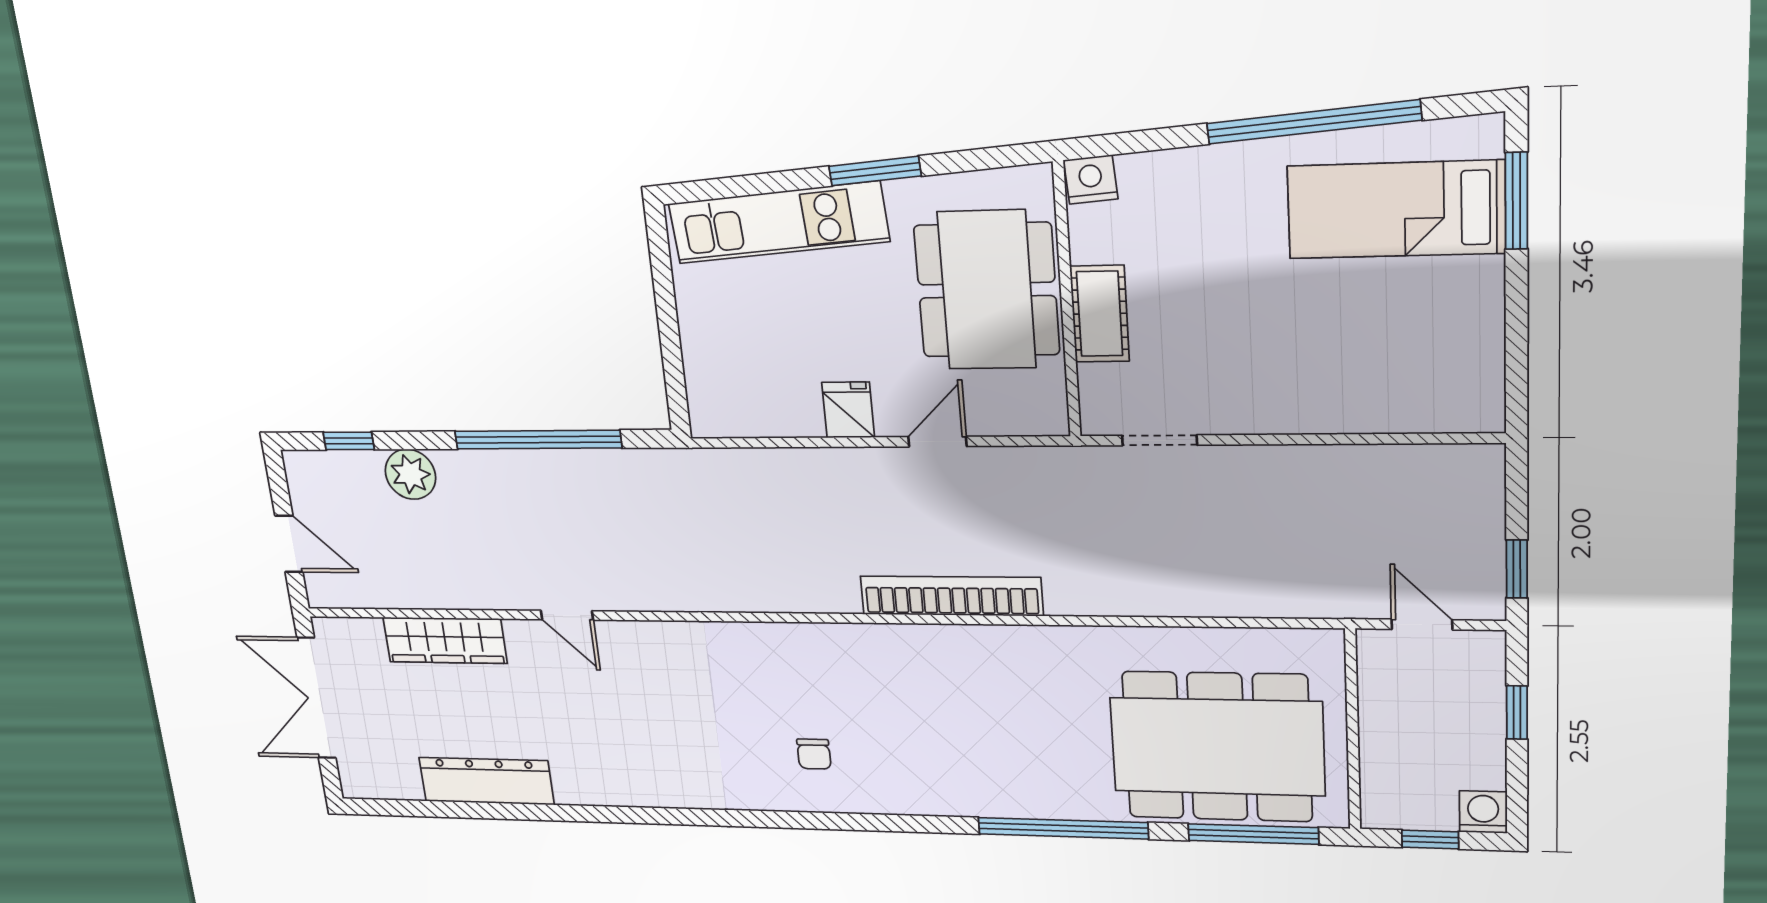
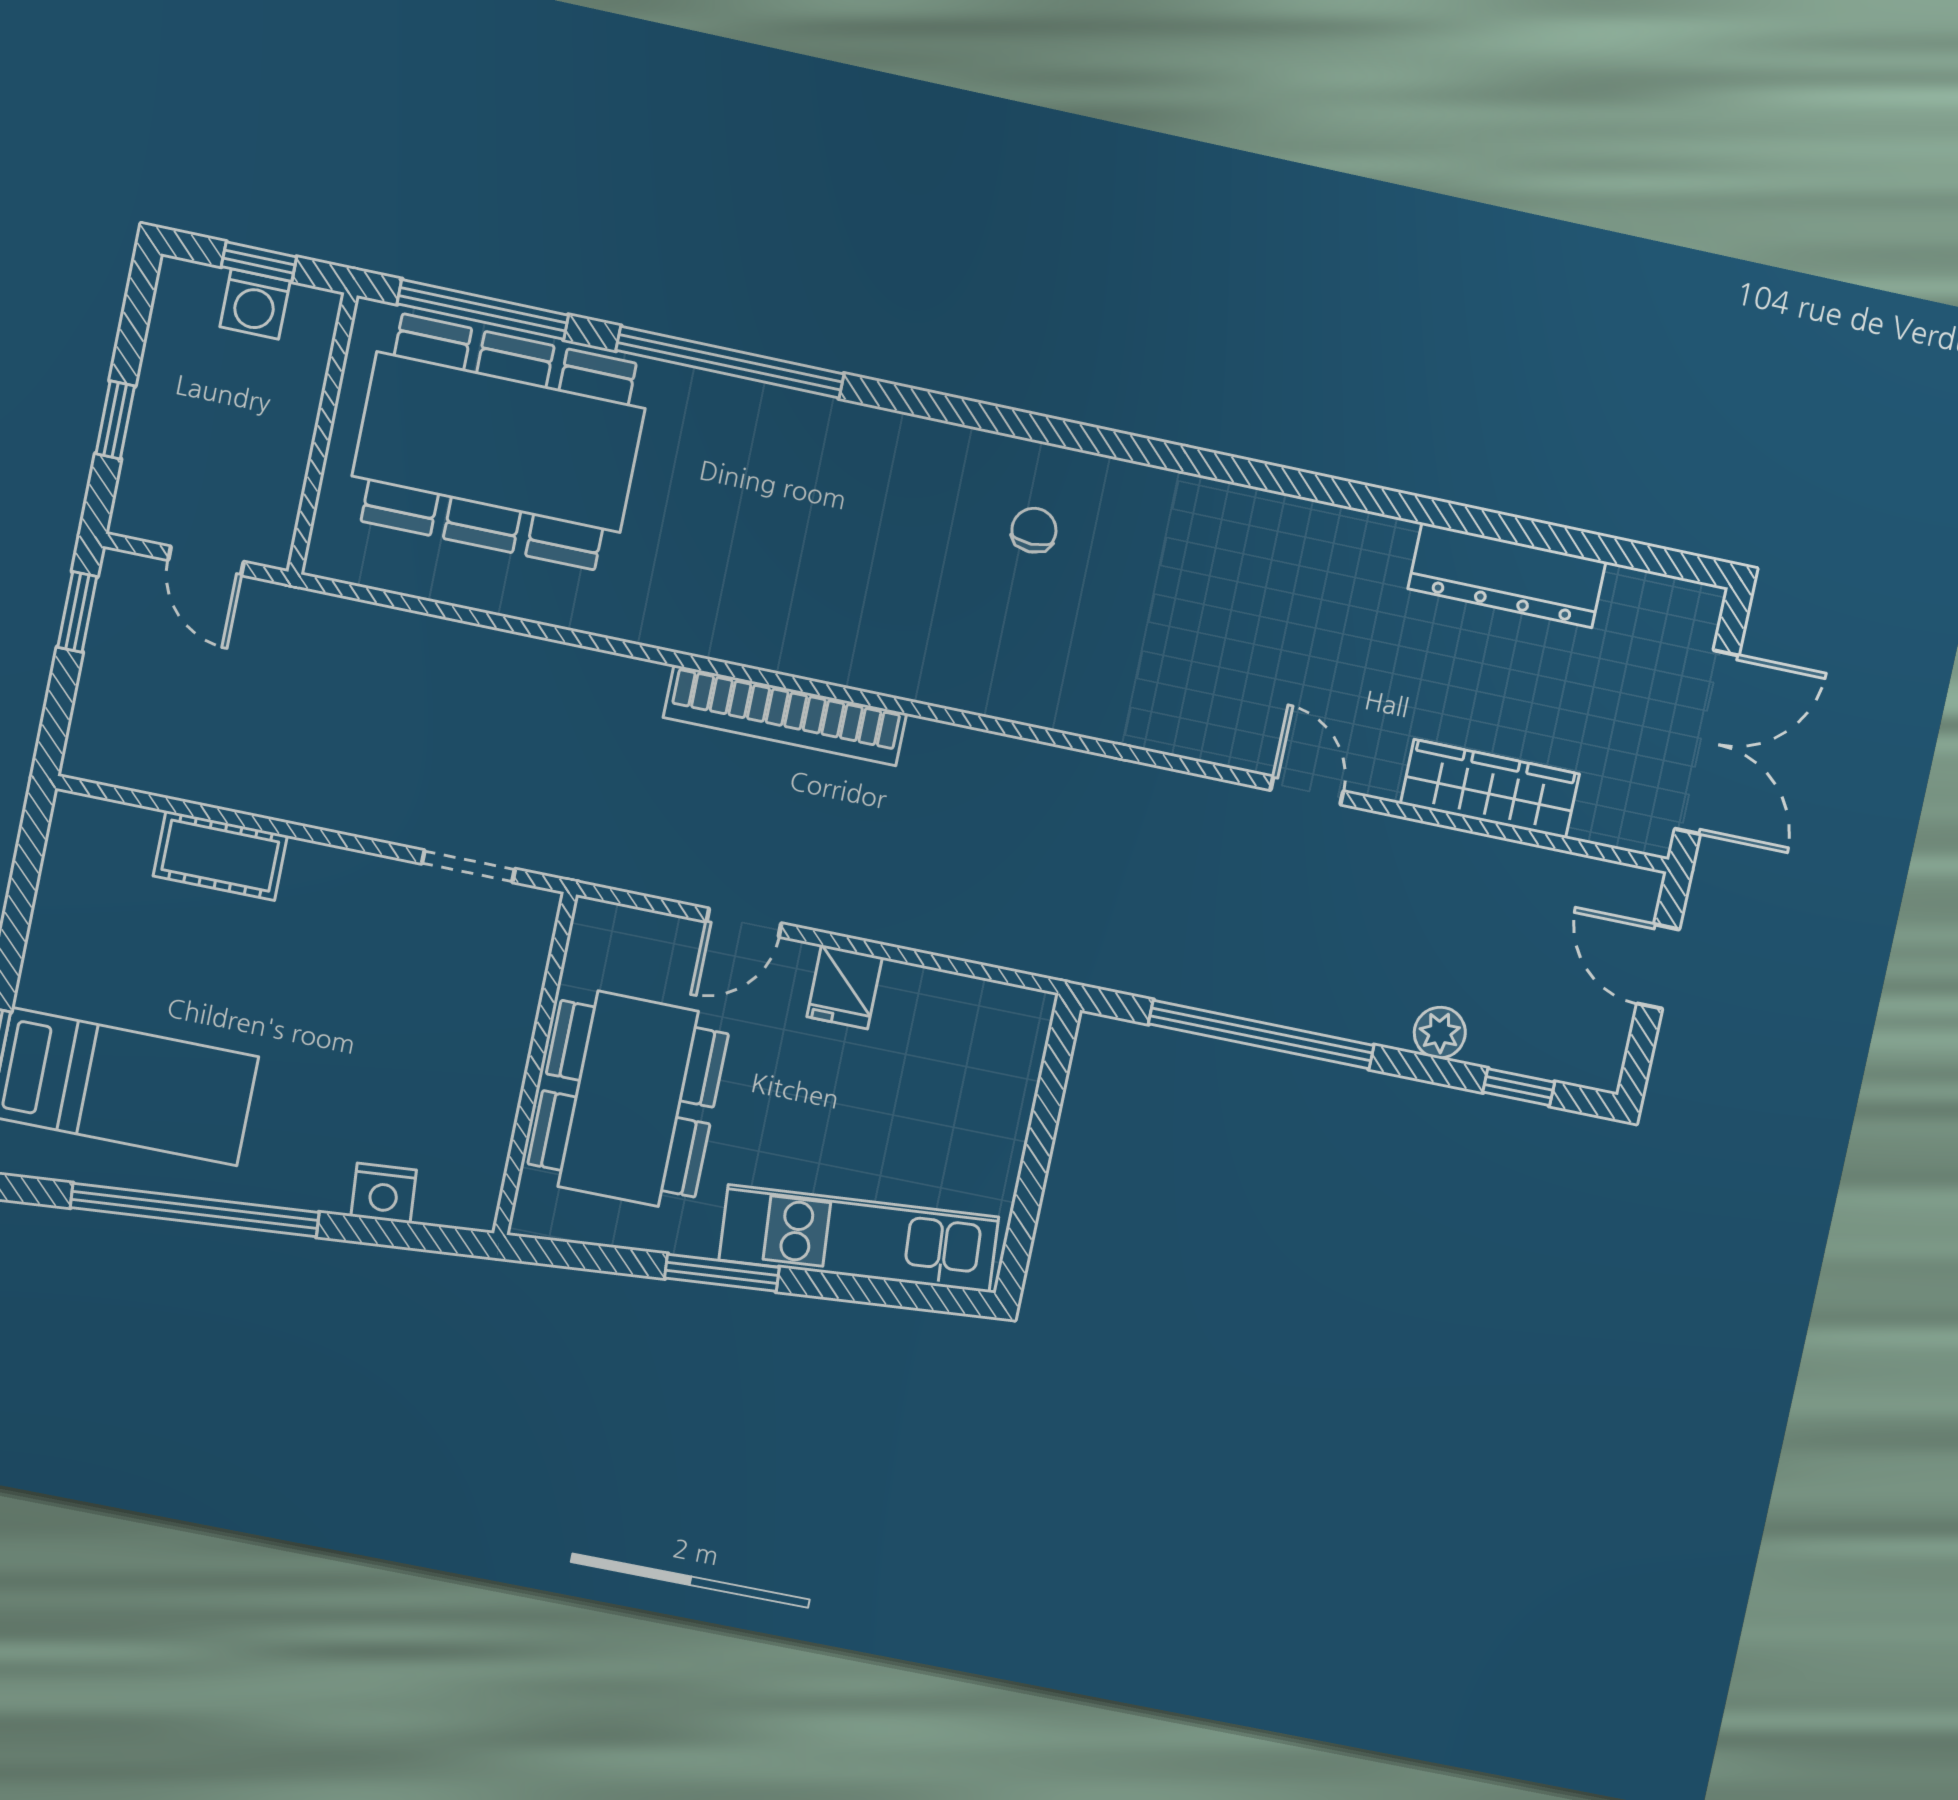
nightstand: (1091, 179) -> (384, 1193), moved
cot: (1100, 314) -> (220, 856), moved, turned 90
plant: (410, 474) -> (1440, 1033), width x0.73, depth x0.73
washing machine: (1483, 812) -> (255, 304), moved

